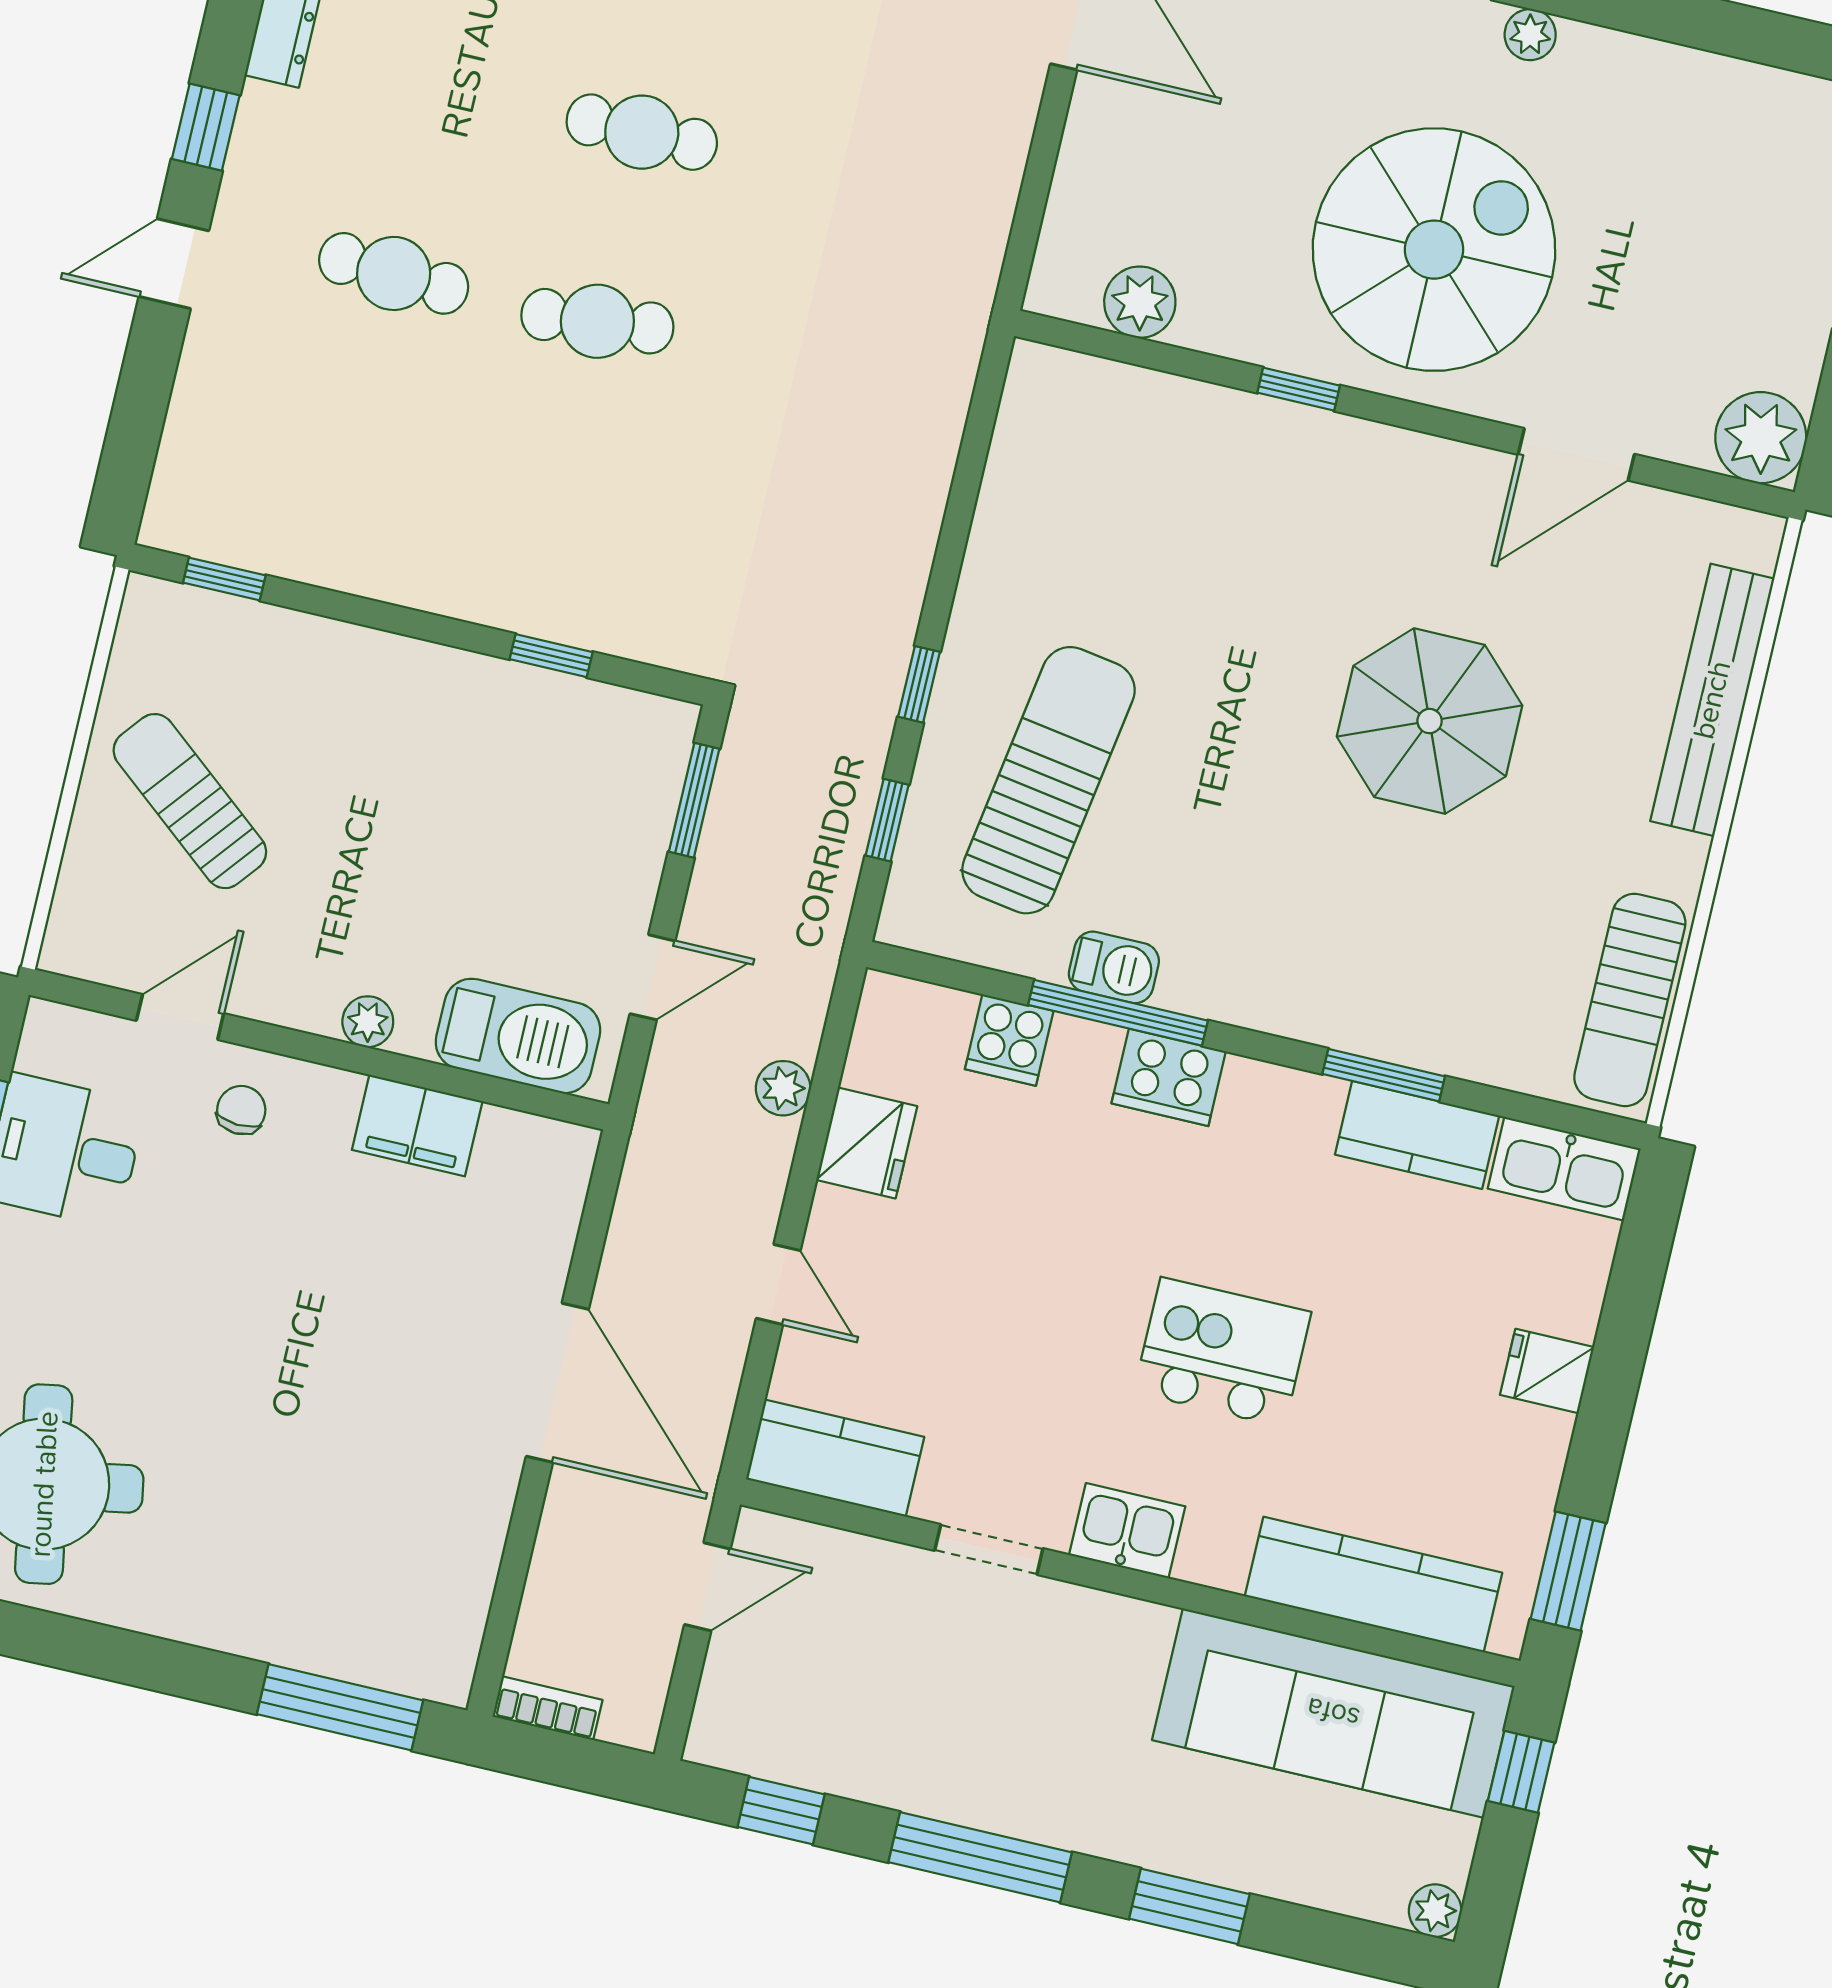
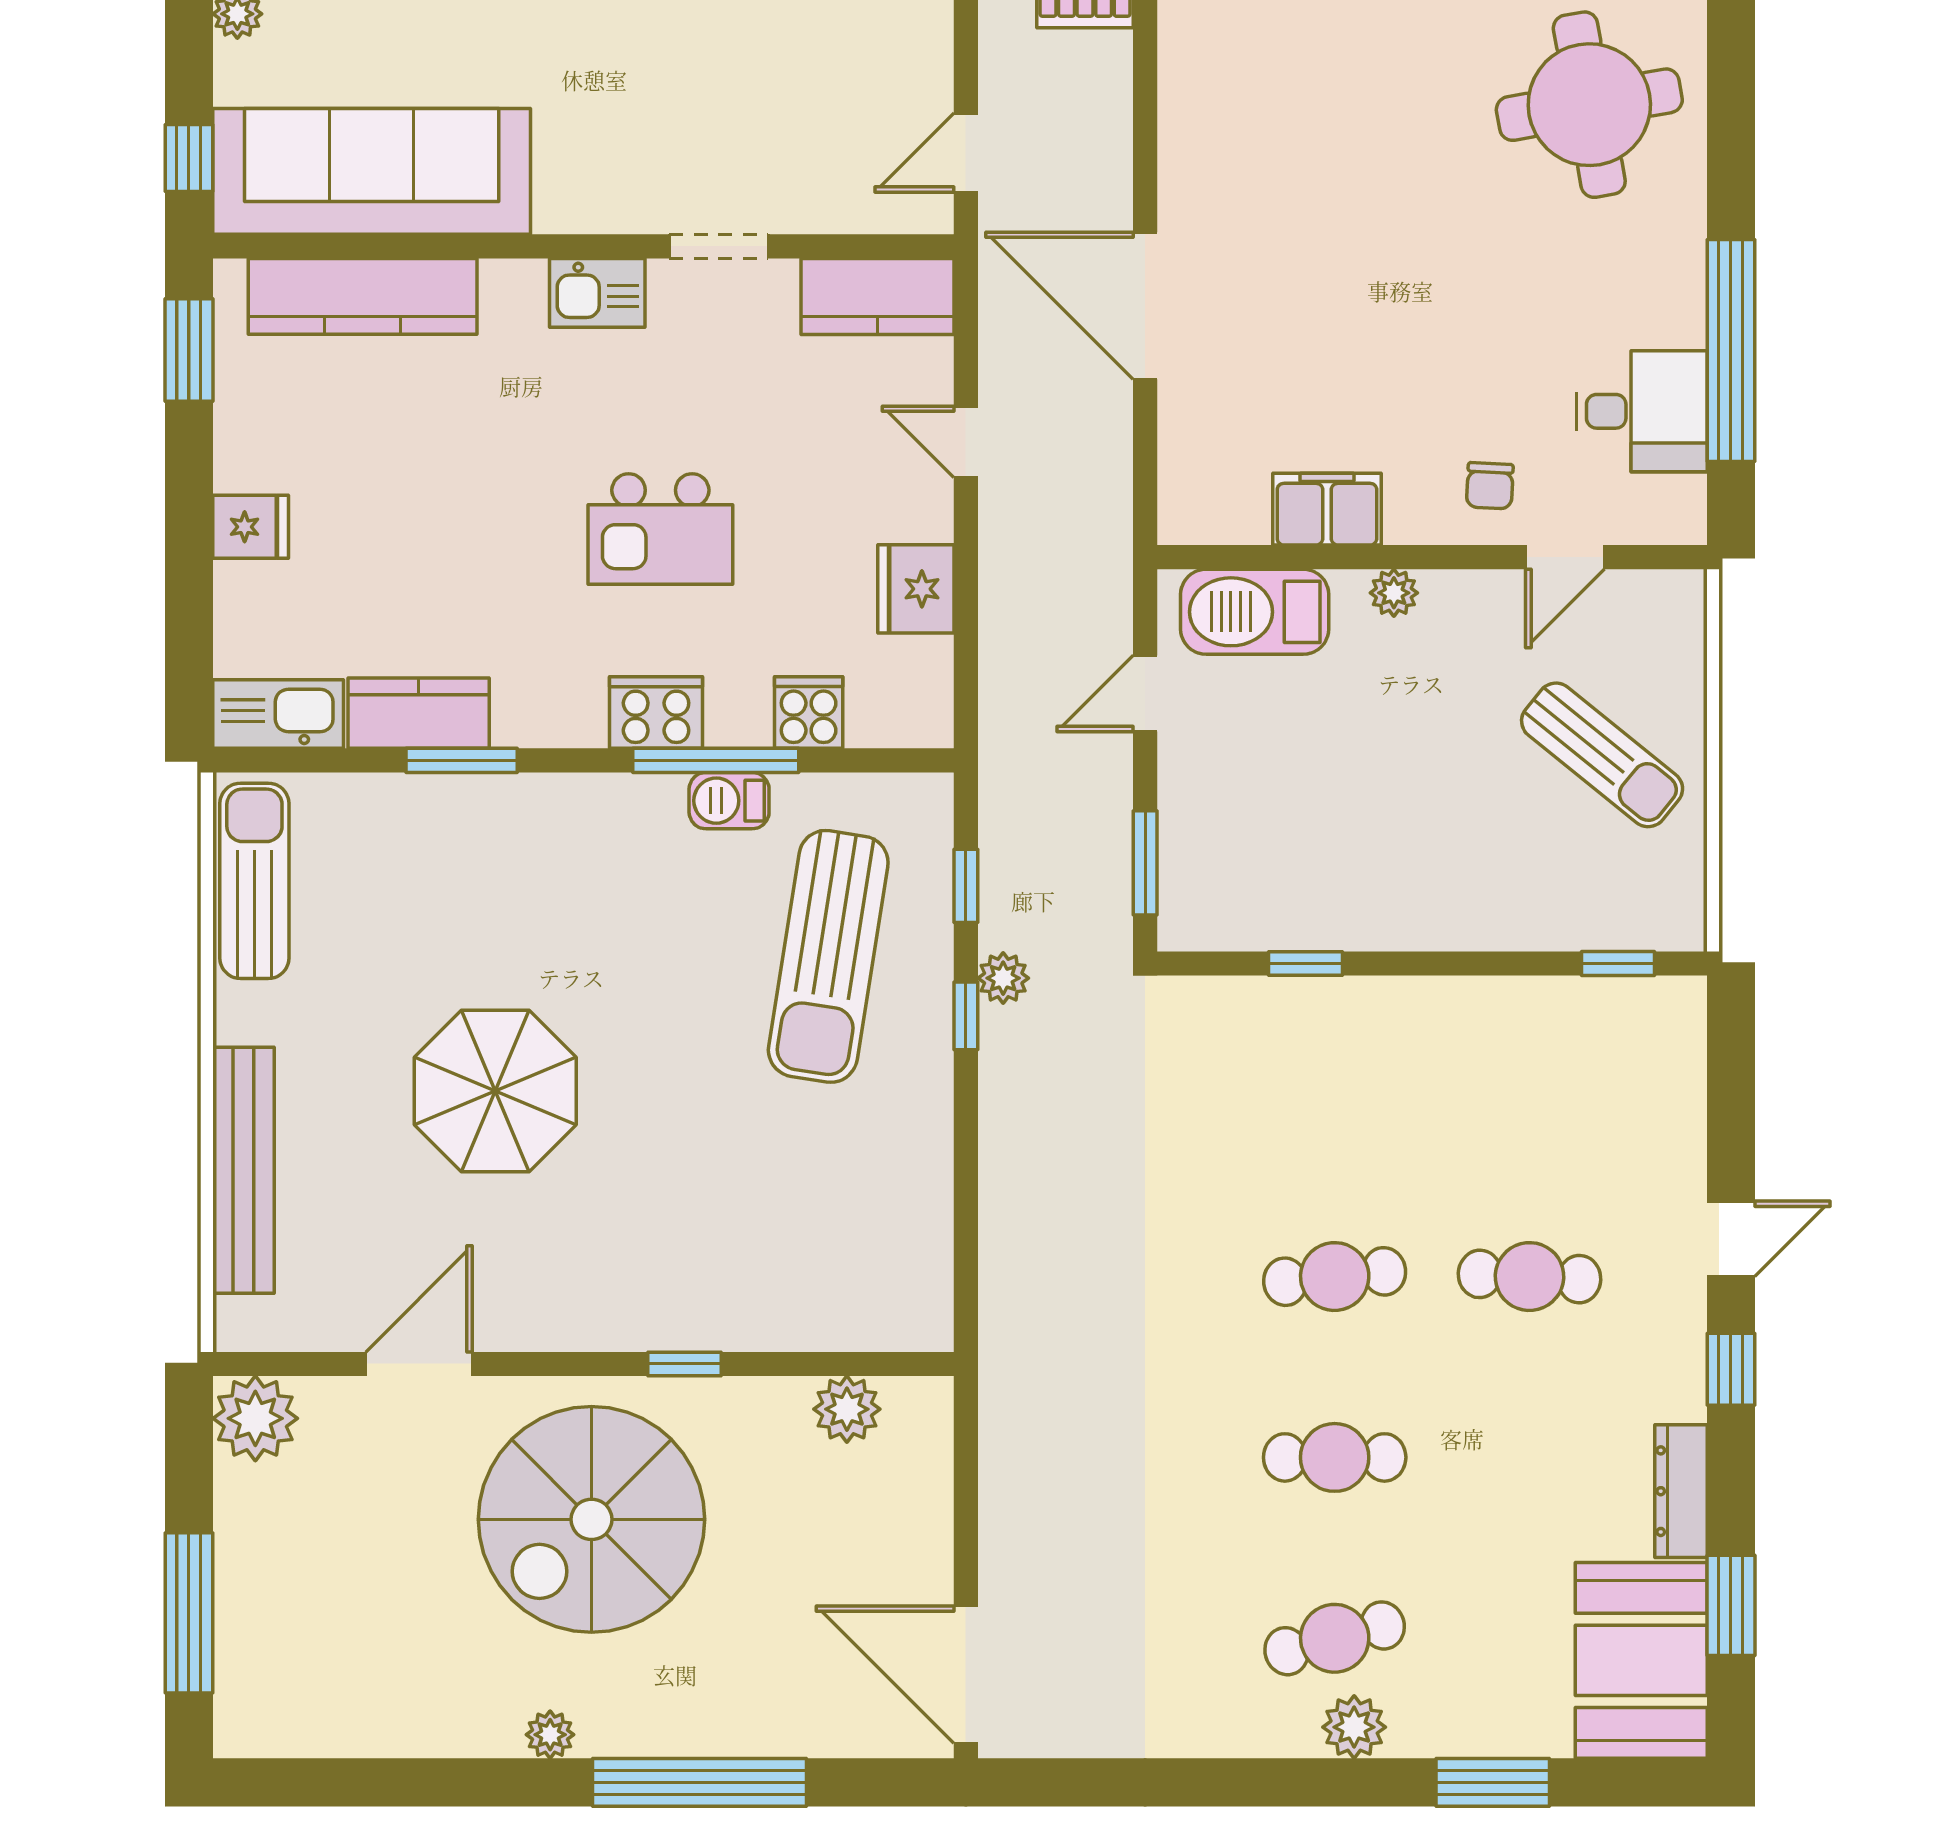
plant: (783, 1088) -> (1003, 978), moved
kitchen island: (1223, 1352) -> (660, 529), moved

